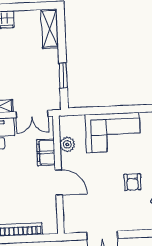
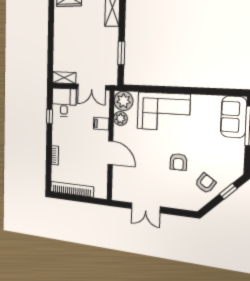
plant: (69, 125) -> (124, 101), added
filing cabinet: (46, 152) -> (101, 124), width x0.50

